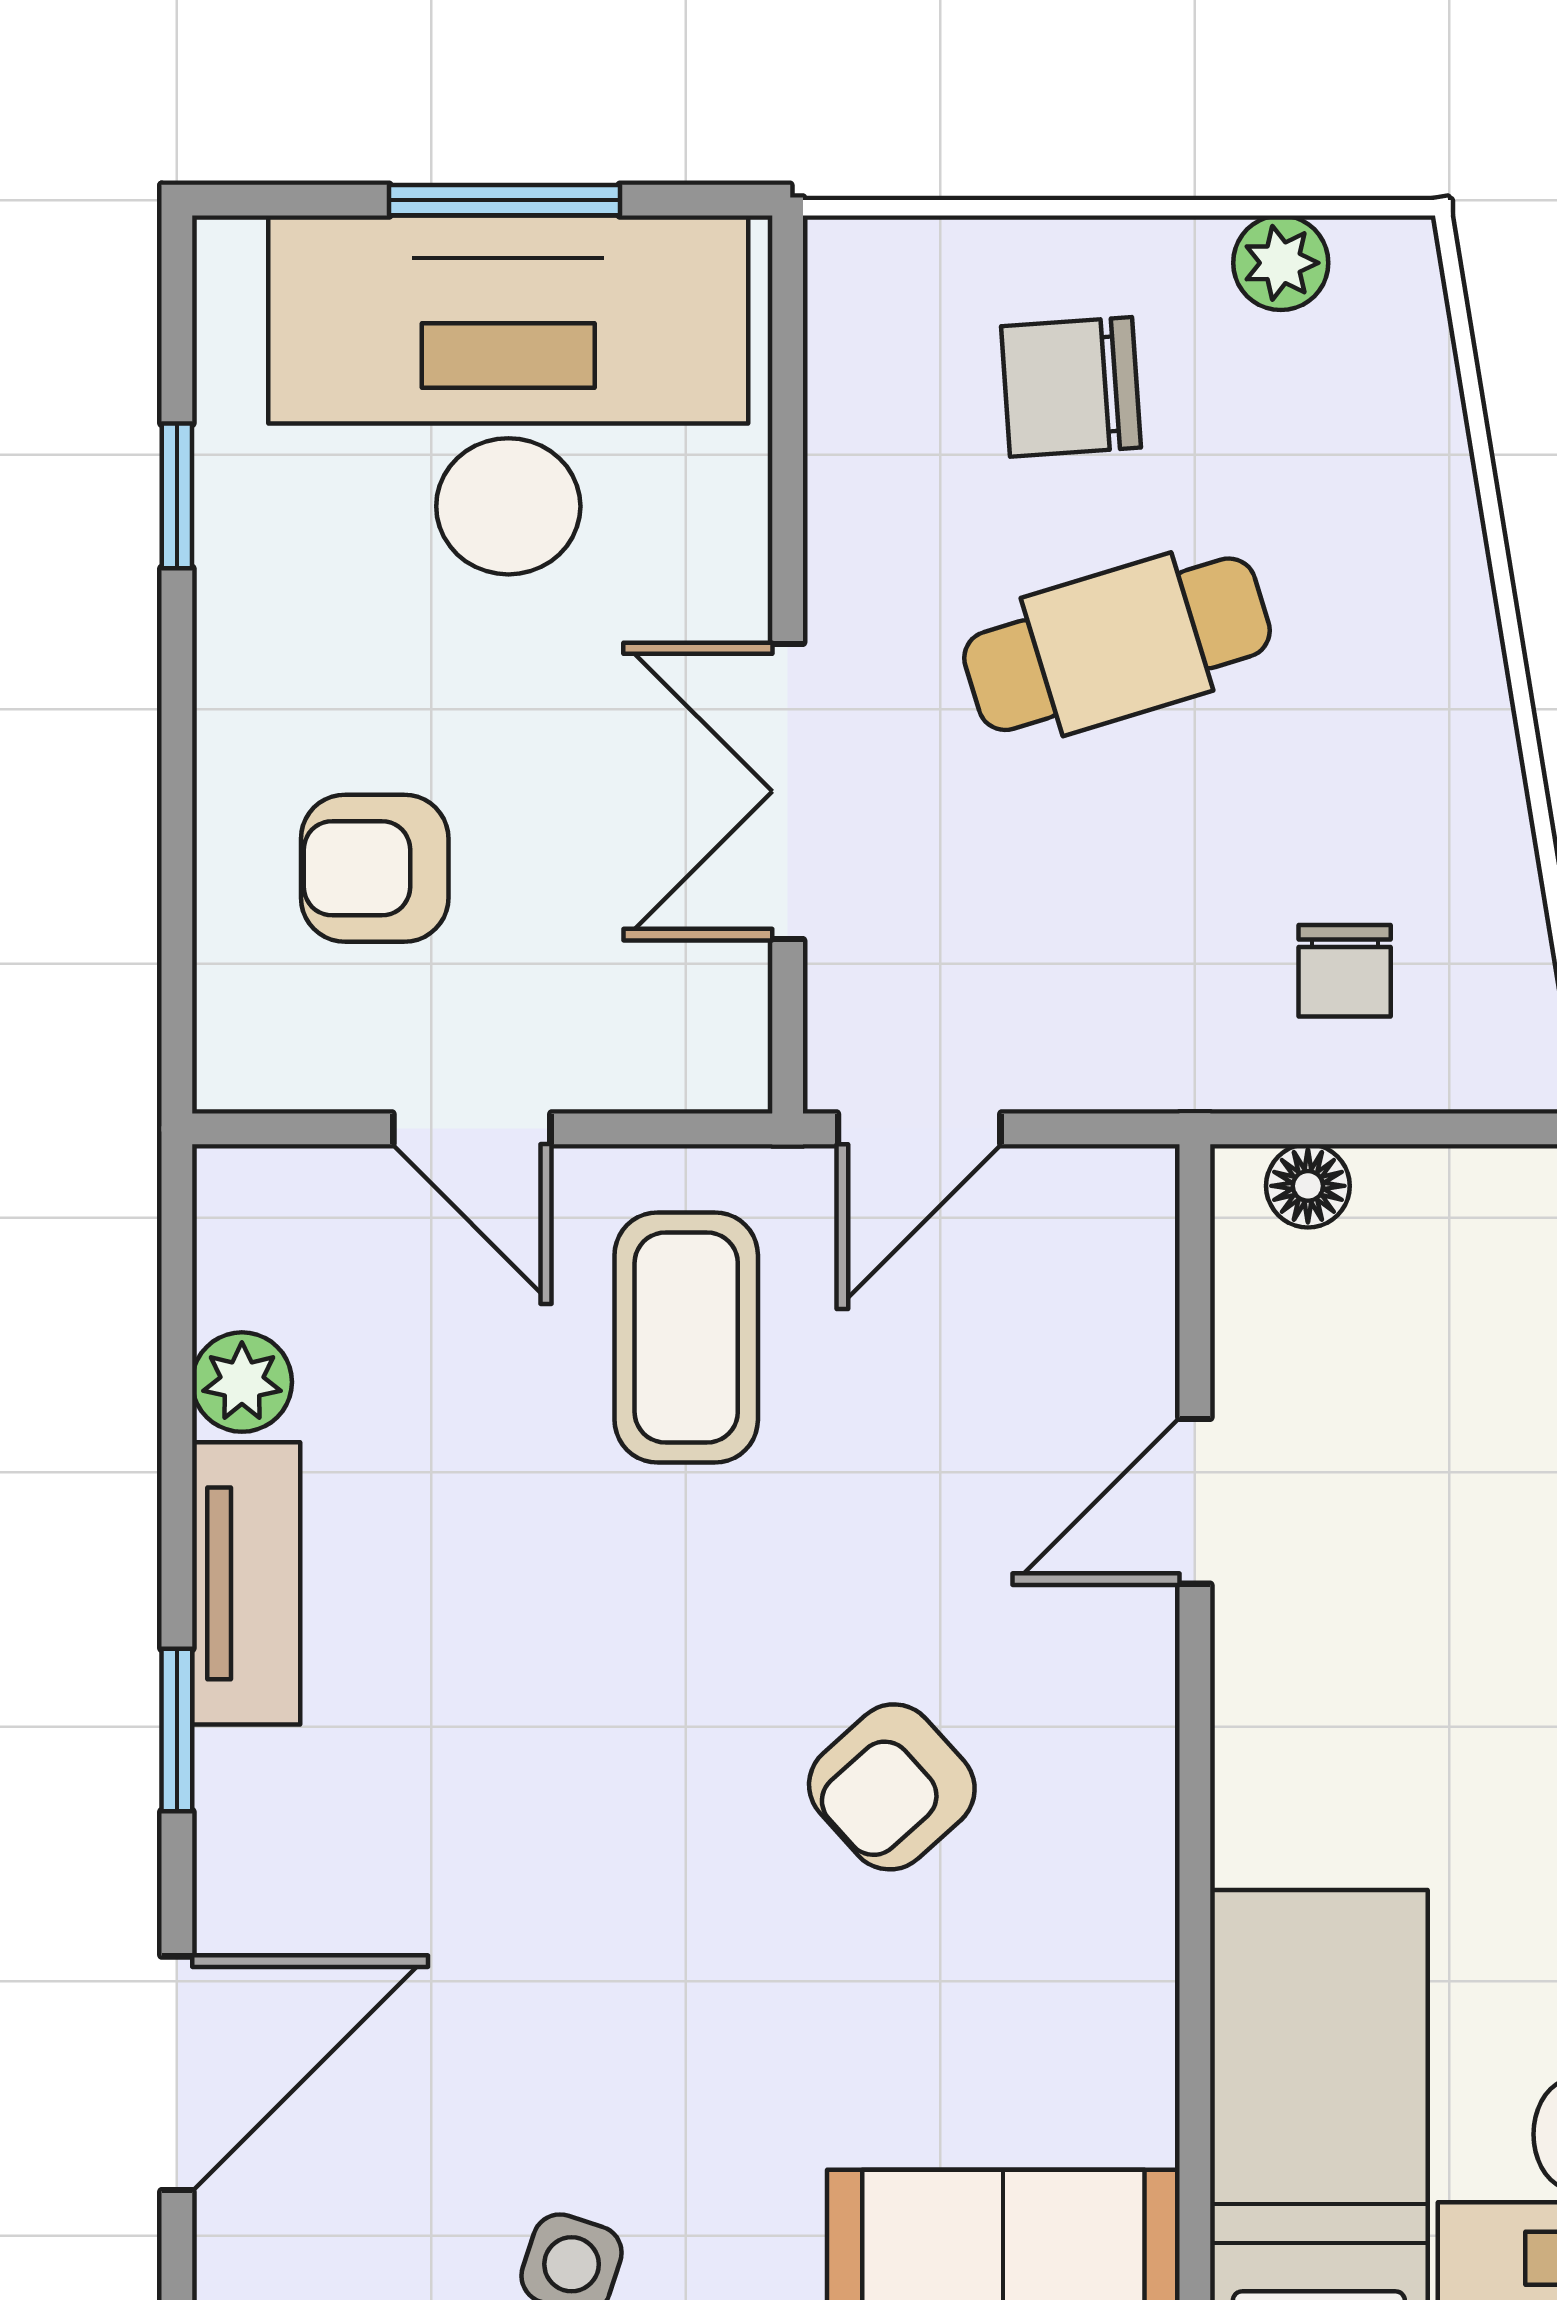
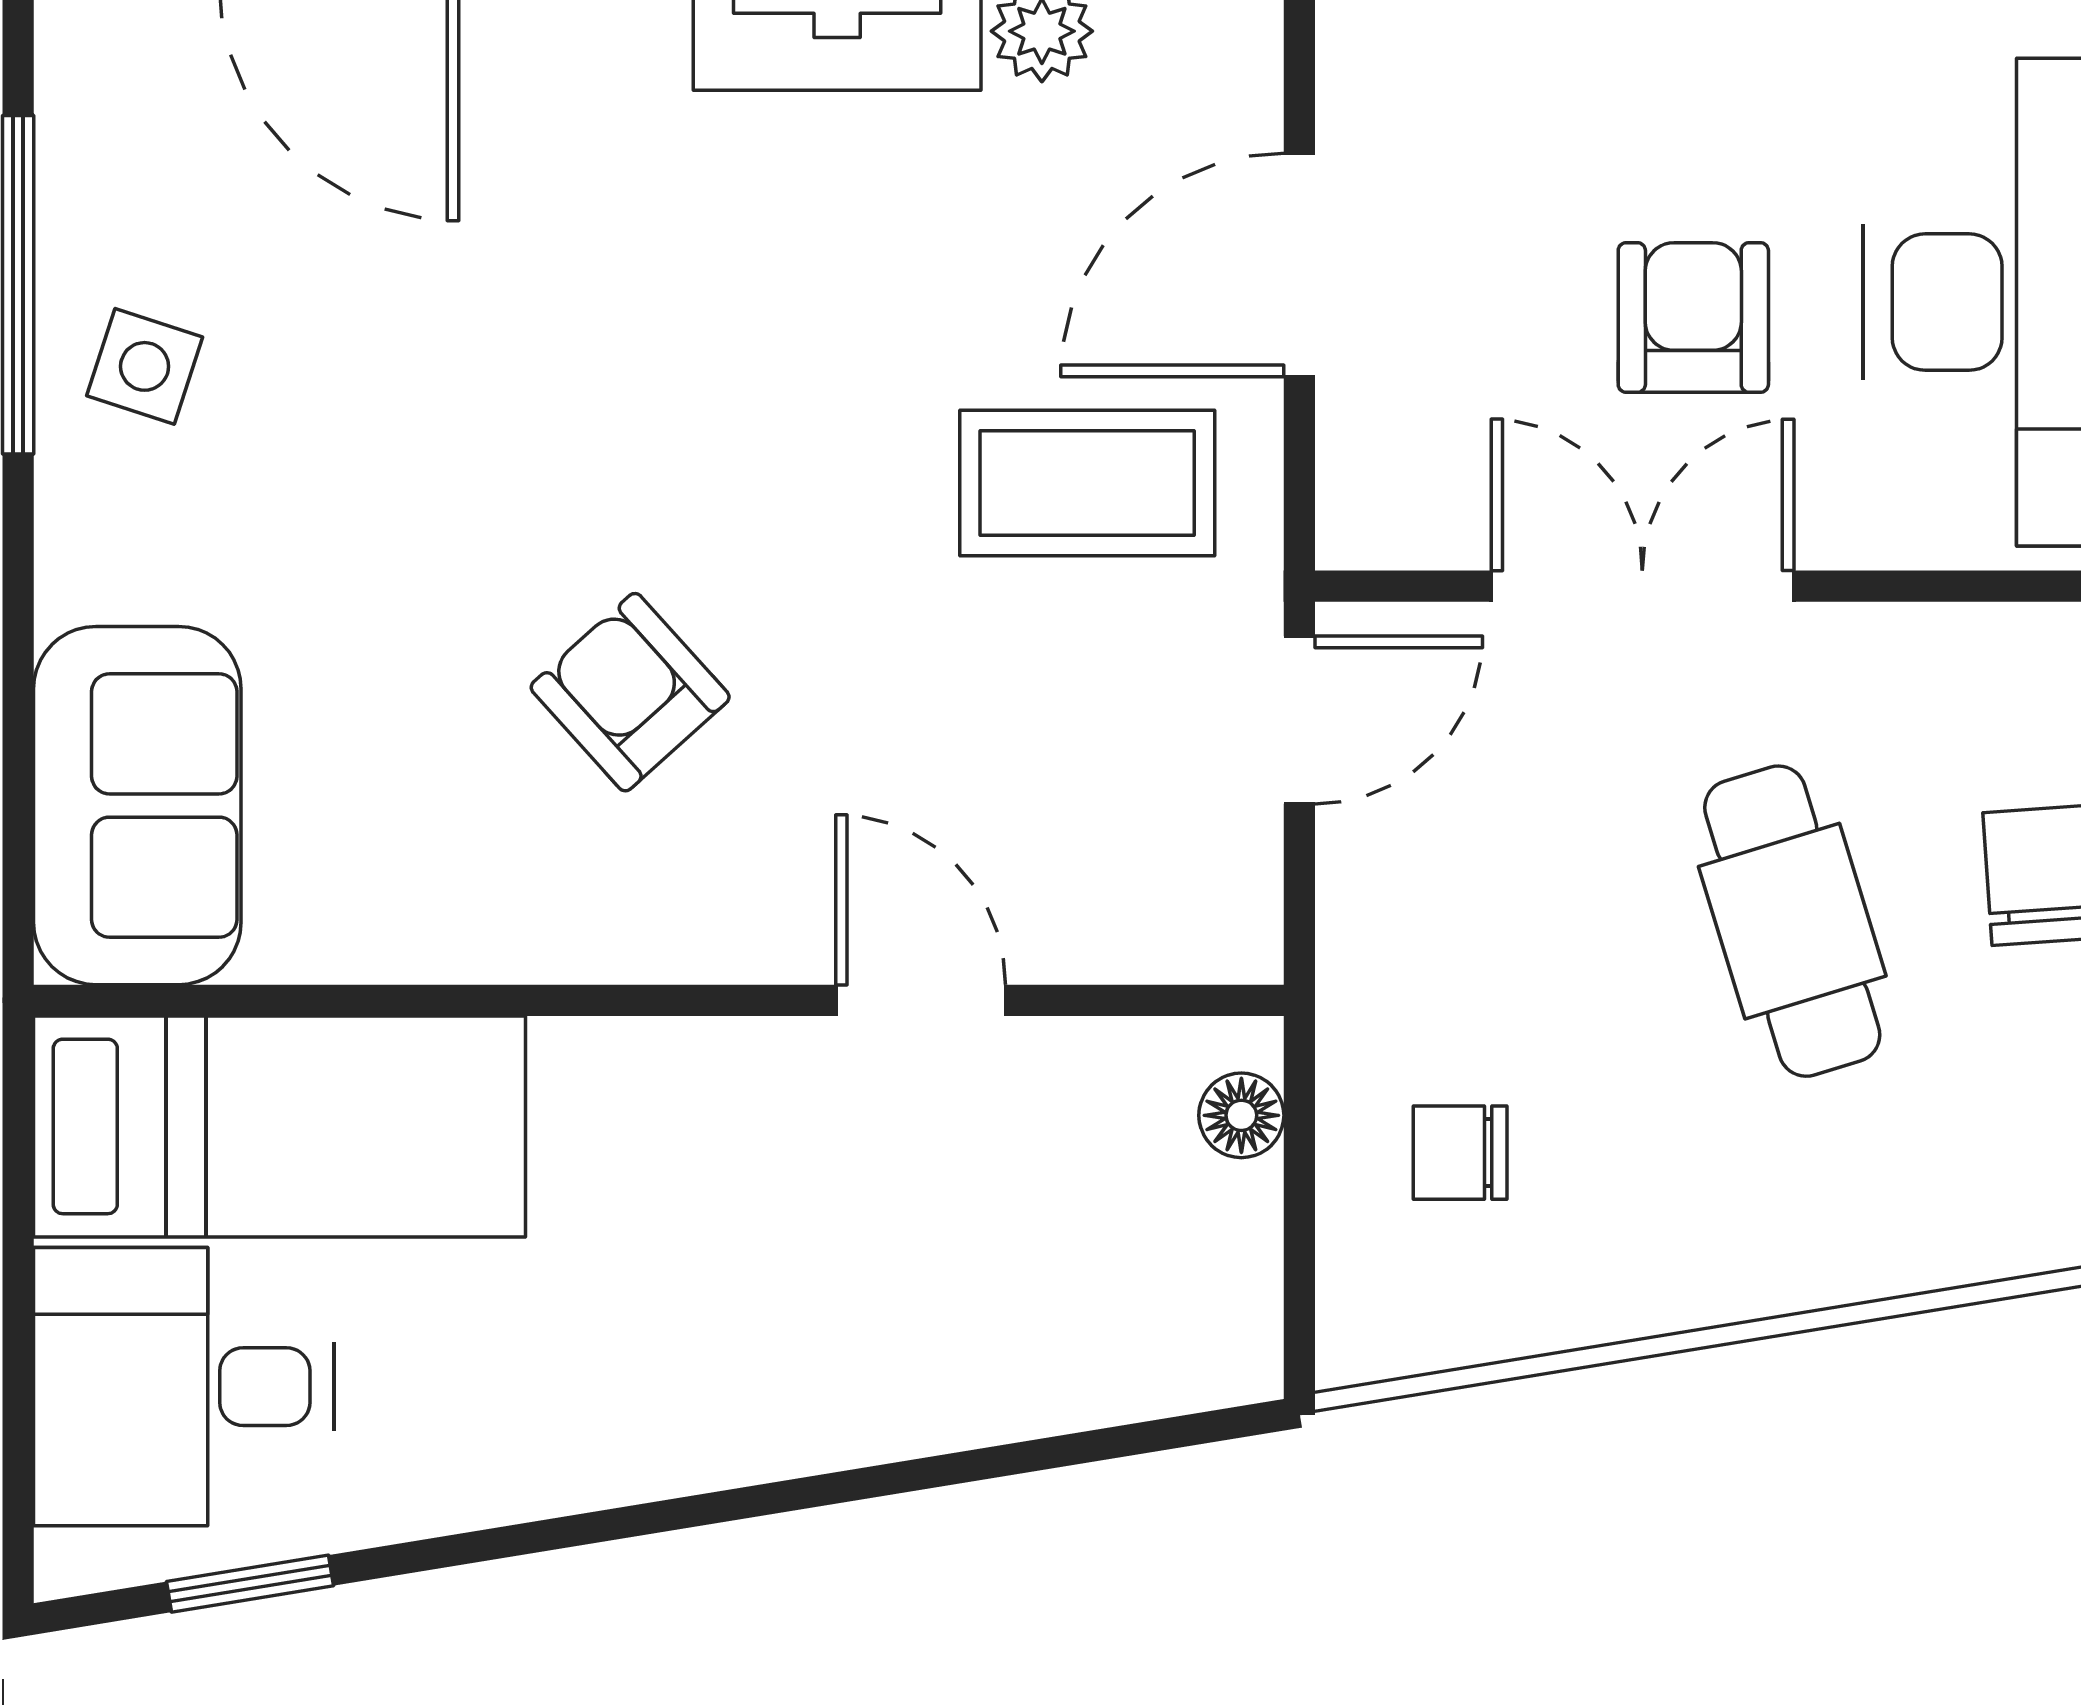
armchair: (375, 868) -> (1693, 317), moved
door: (472, 1129) -> (1299, 265), width x1.38
door: (919, 1129) -> (1299, 720), swing flipped

